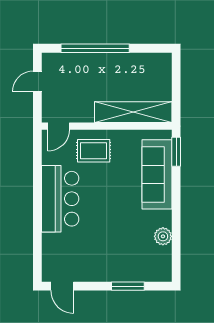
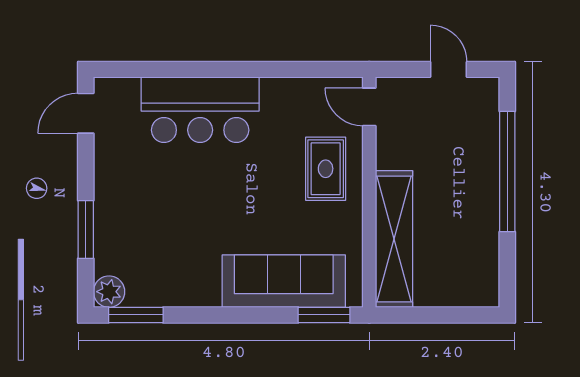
bar counter: (60, 199) -> (200, 110), moved
plant: (163, 236) -> (109, 292), moved
window: (176, 258) -> (136, 315), added

